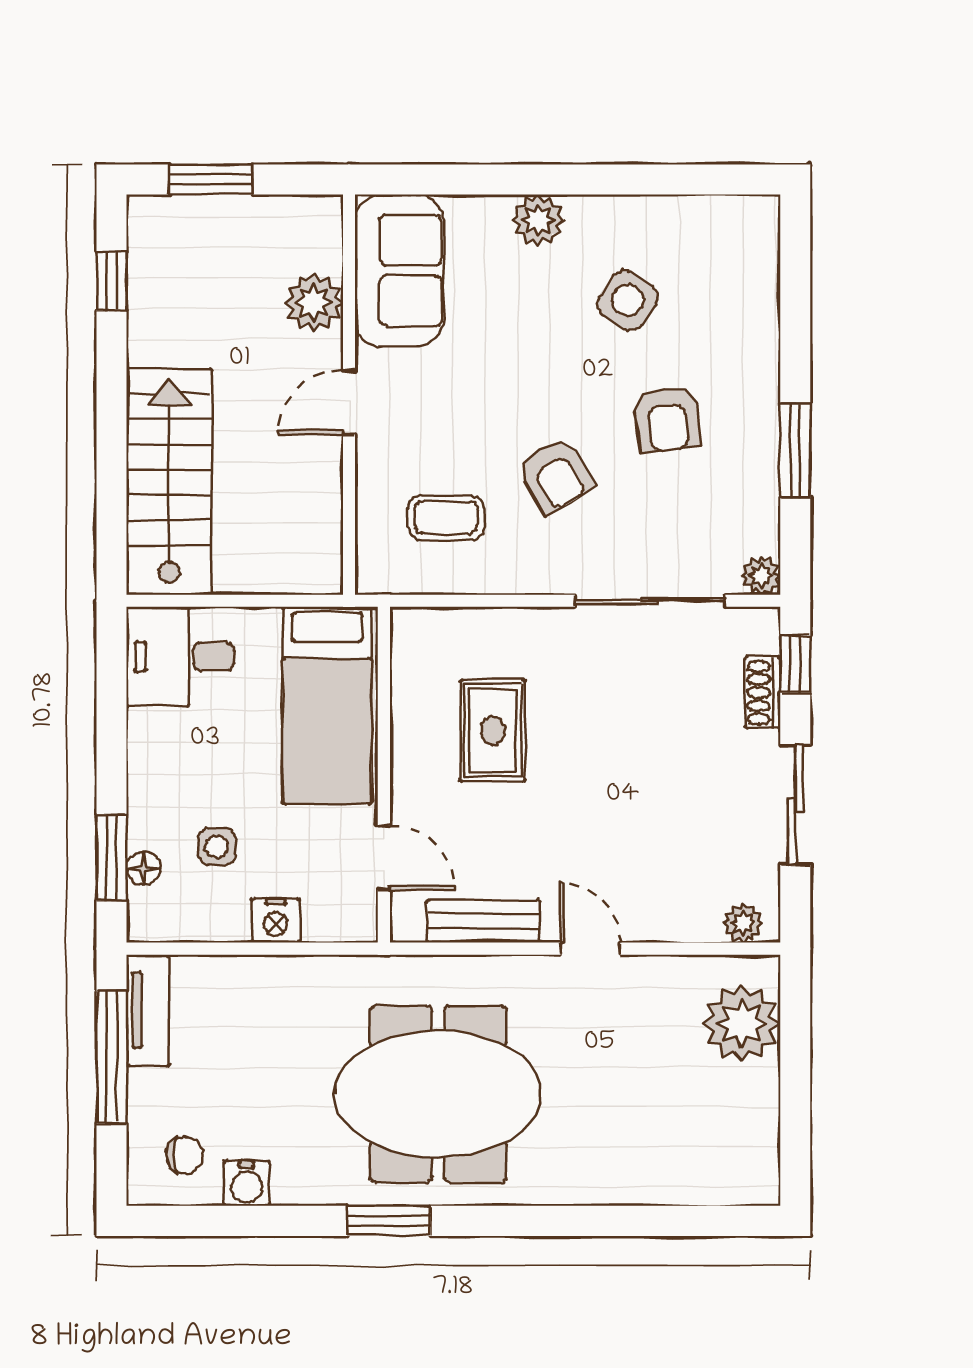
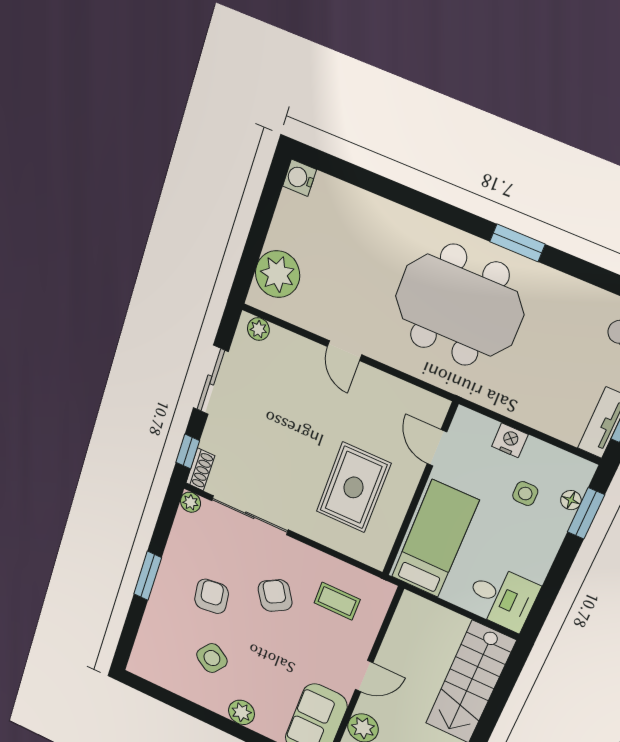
window: (795, 451) -> (148, 576), moved
shoe rack: (763, 693) -> (200, 469), moved
rug: (493, 731) -> (353, 487), width x1.36, depth x1.43
bench: (483, 921) -> (397, 391), removed
water cooler: (247, 1183) -> (299, 178), moved, turned -90

